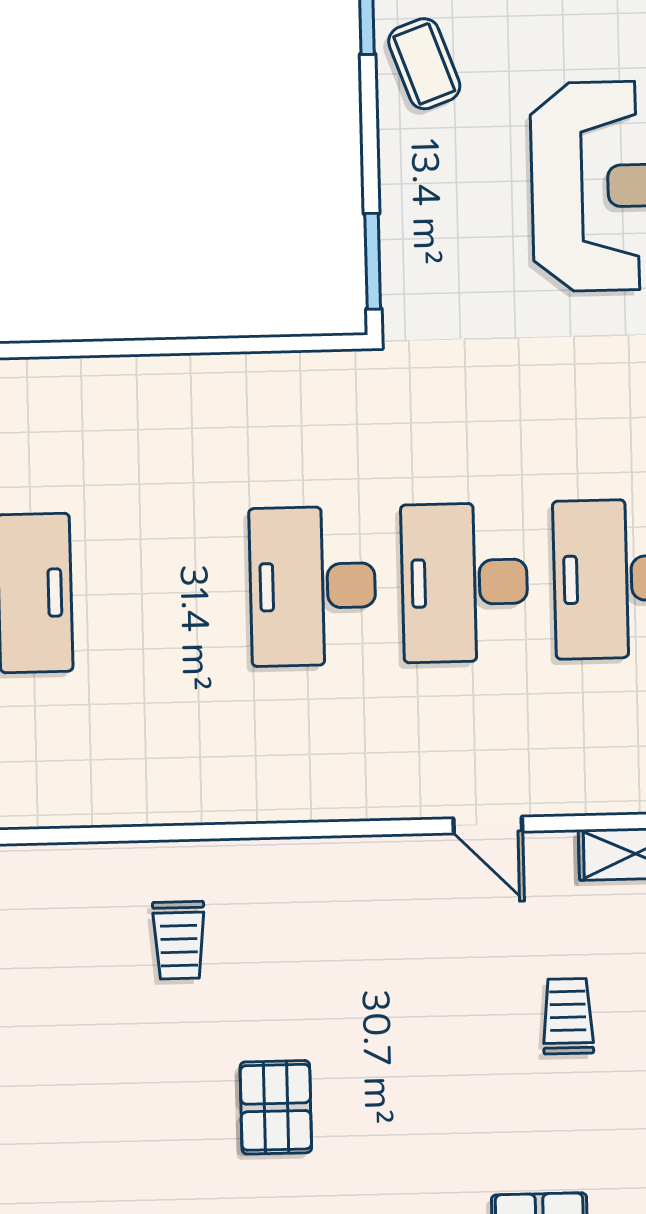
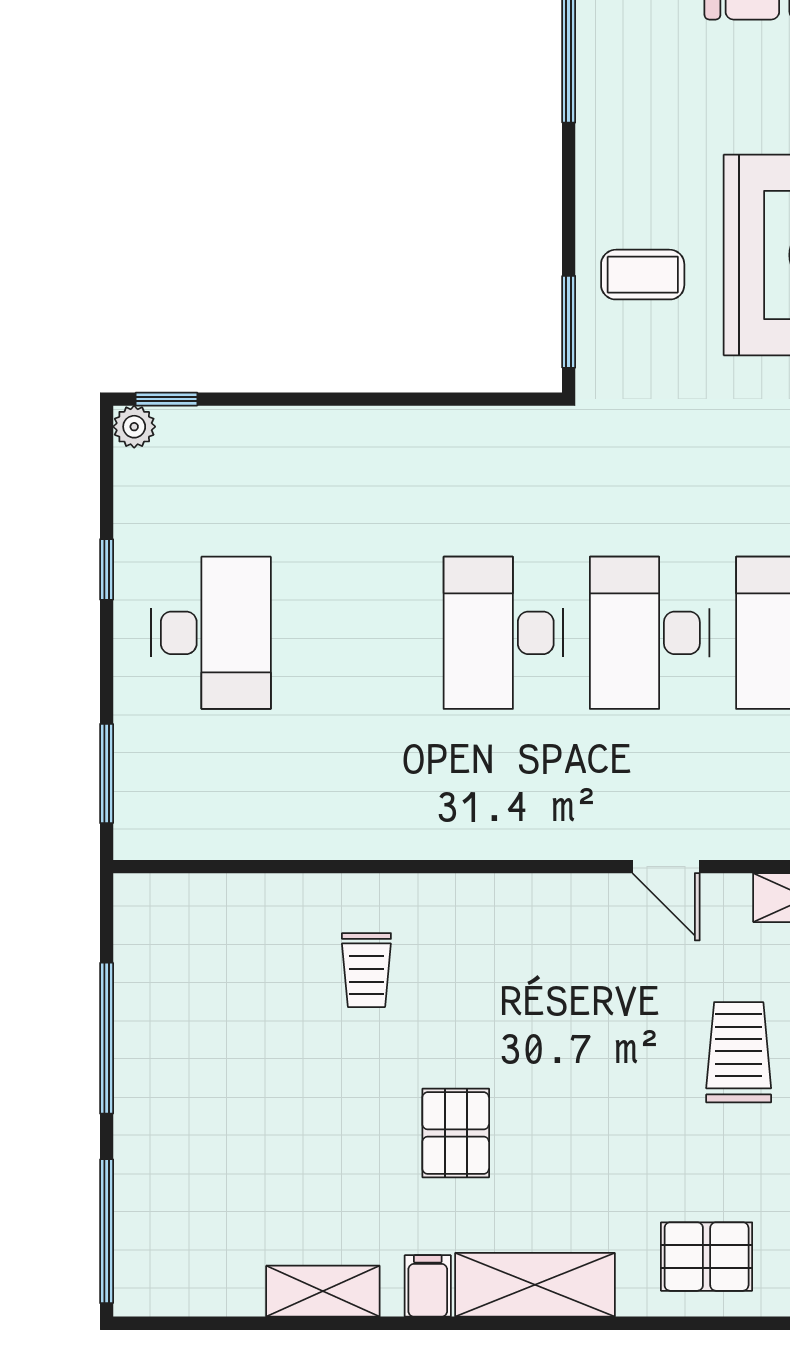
coffee table: (424, 64) -> (643, 275), moved, turned -70
trolley: (568, 1016) -> (739, 1052), width x1.36, depth x1.39

